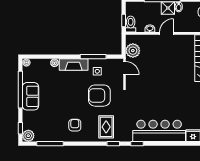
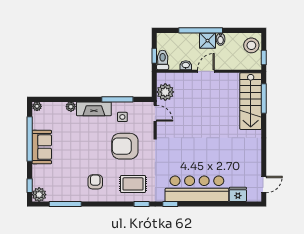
rug: (106, 127) -> (133, 184), turned 90

